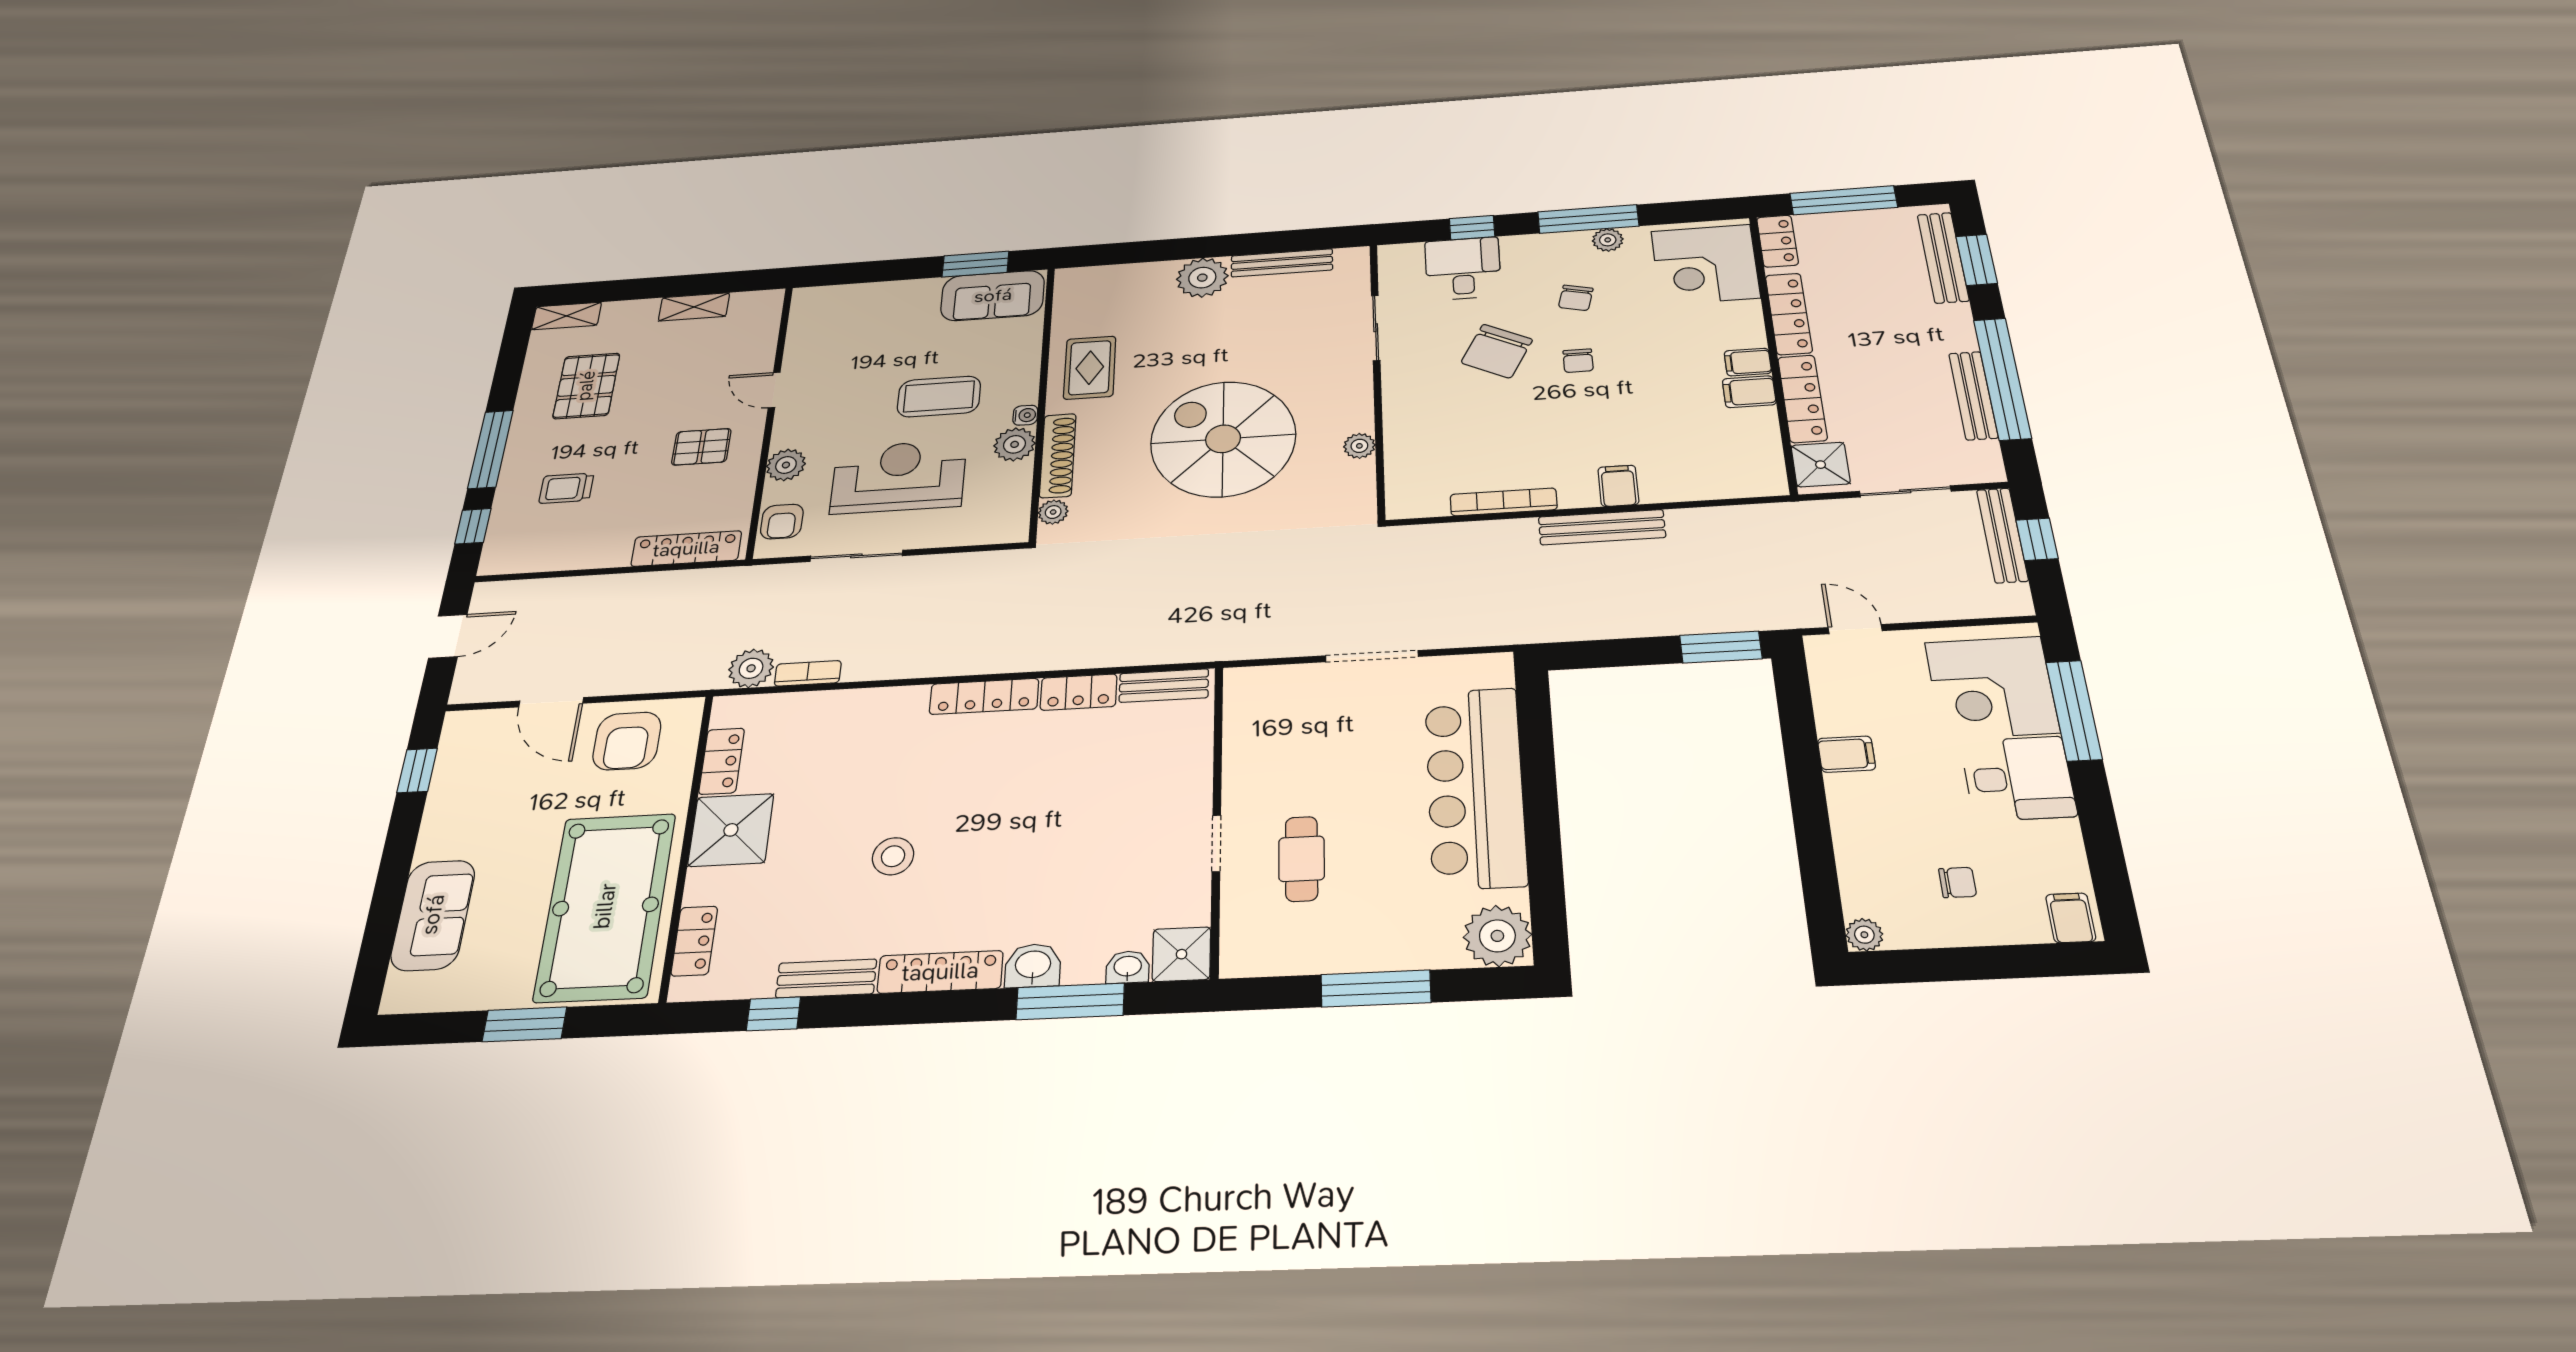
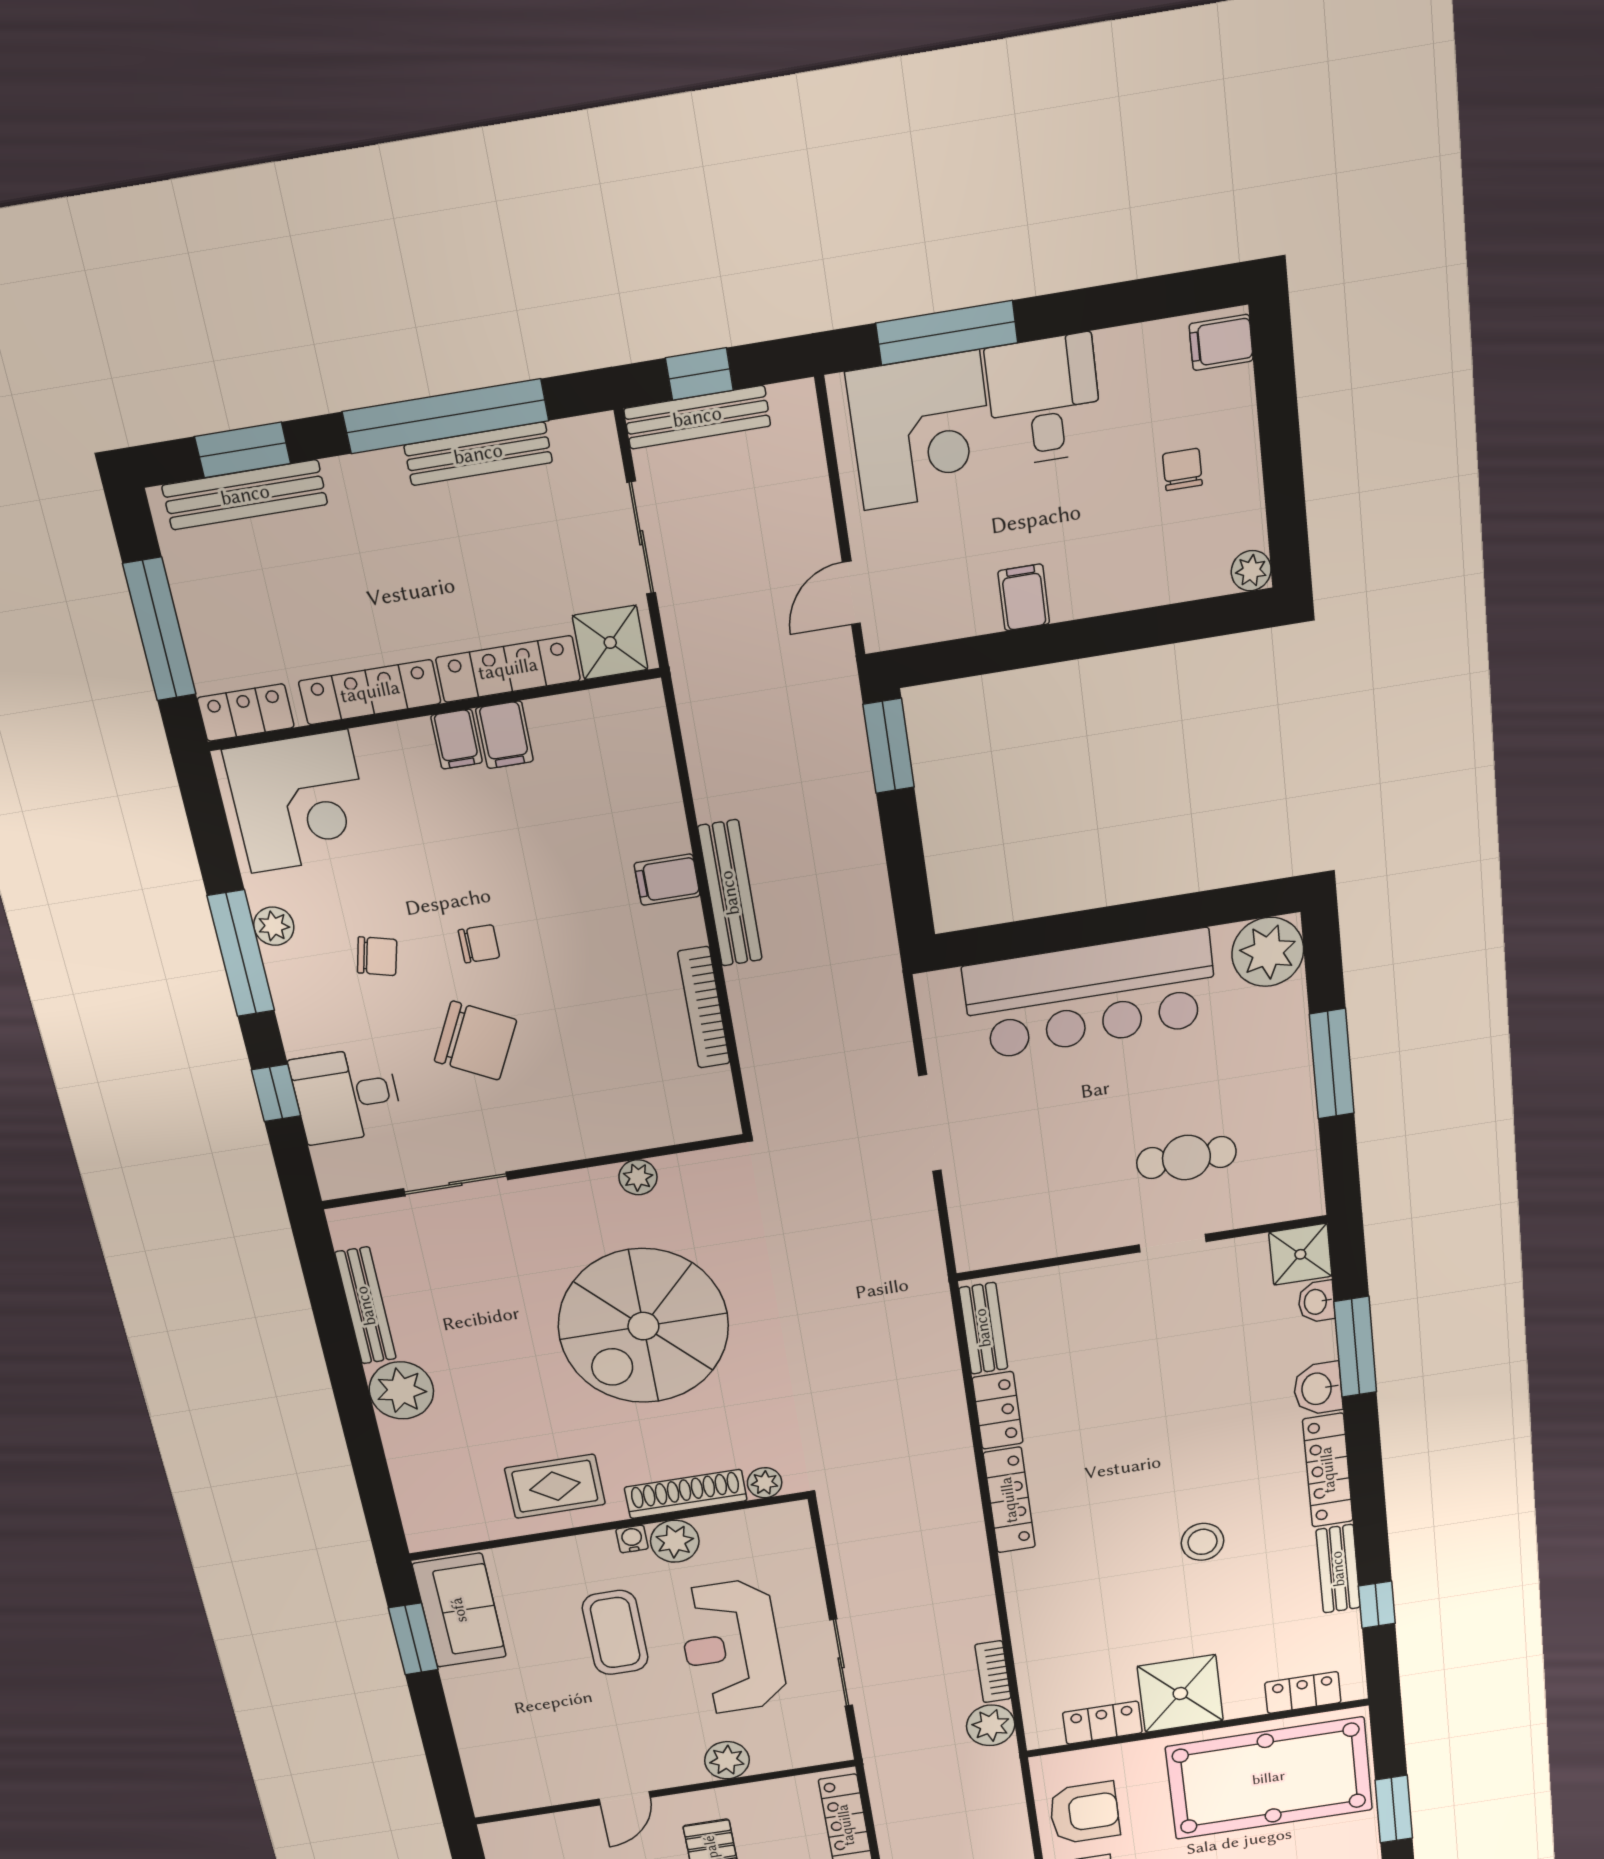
armchair: (782, 521) -> (803, 1745), removed

